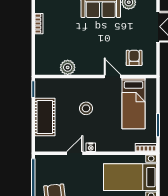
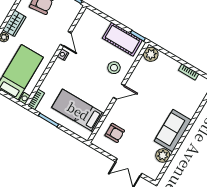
plant: (68, 67) -> (151, 54), moved
door: (113, 77) -> (119, 91), moved
stool: (86, 108) -> (114, 68), moved
cot: (45, 117) -> (122, 39), moved

